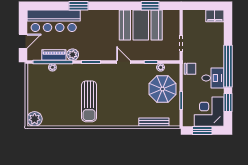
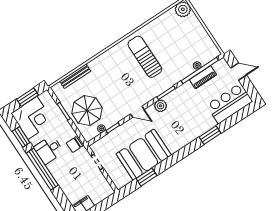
bar counter: (54, 21) -> (230, 103), width x0.73
door: (23, 41) -> (239, 72), swing flipped
plant: (73, 55) -> (160, 106), moved

